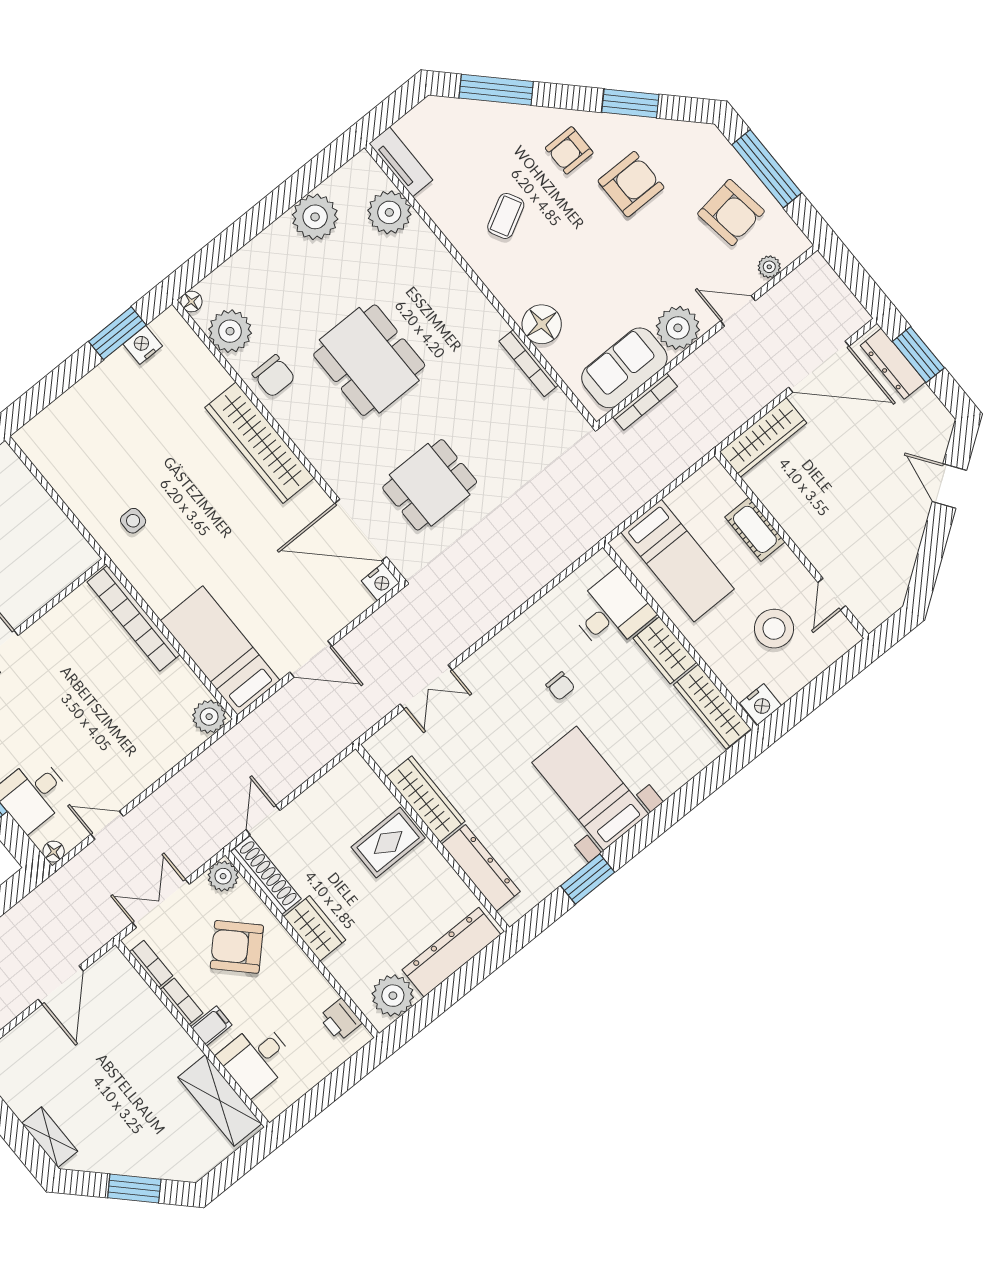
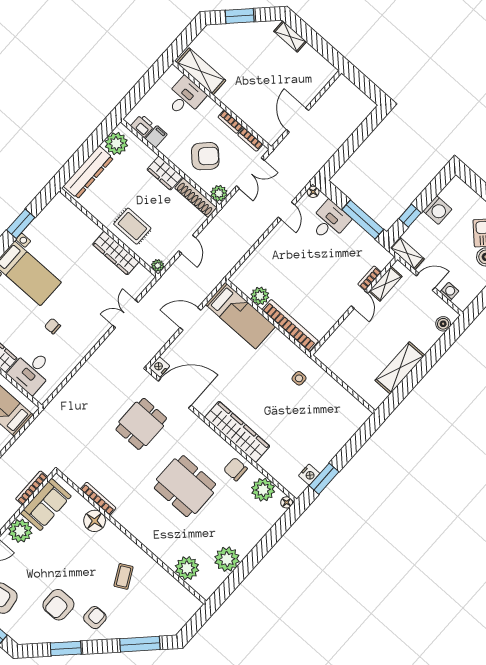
tv unit: (401, 162) -> (185, 597), removed
plant: (209, 717) -> (260, 296), moved
plant: (354, 764) -> (158, 265), added
door: (263, 820) -> (187, 244), moved
door: (107, 825) -> (286, 211), hinge flipped
rug: (388, 843) -> (132, 226), turned 90
dresser: (481, 868) -> (80, 221), removed
filing cabinet: (211, 1026) -> (156, 137), moved, turned 180

